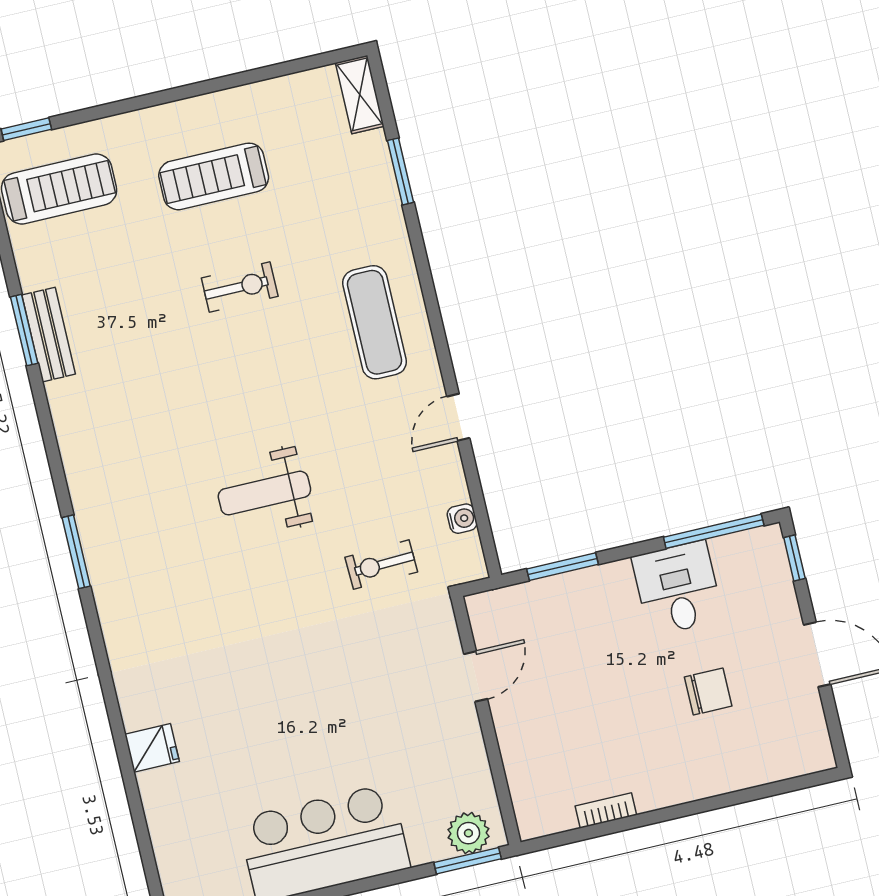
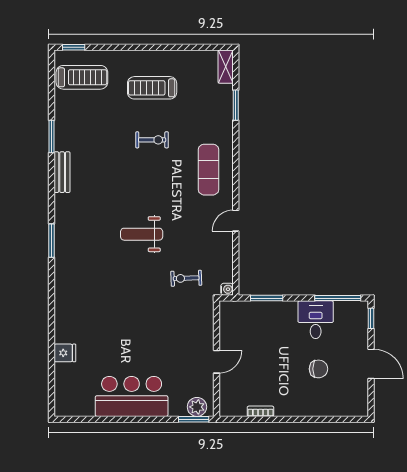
bench: (49, 335) -> (62, 172), moved
water cooler: (462, 519) -> (227, 289), moved
door: (476, 676) -> (217, 362), moved
fridge: (152, 748) -> (65, 353), moved

